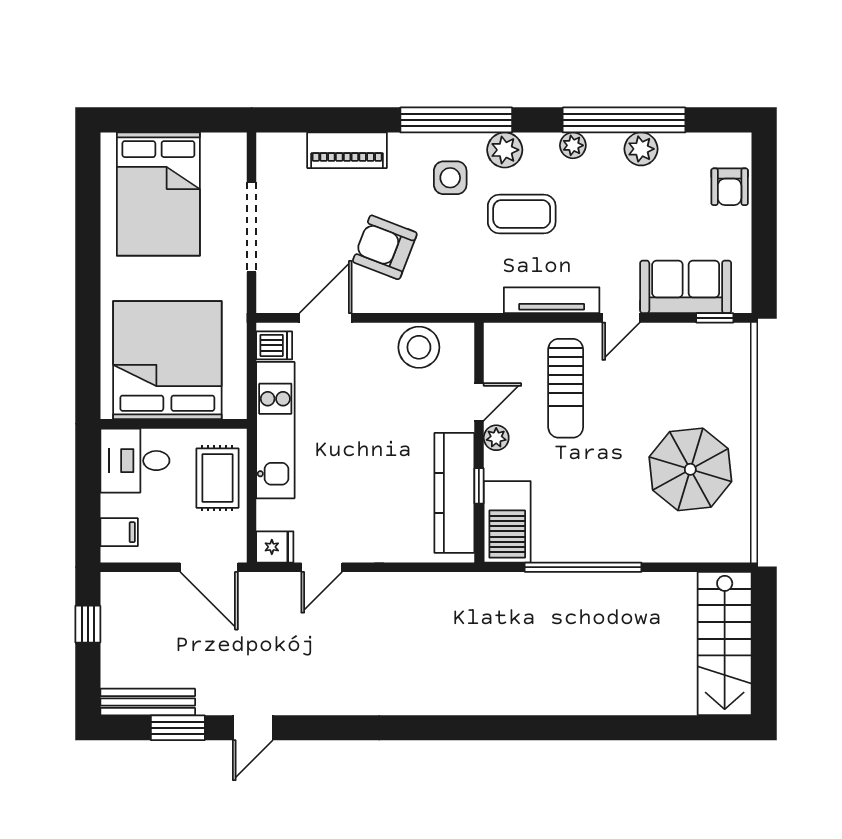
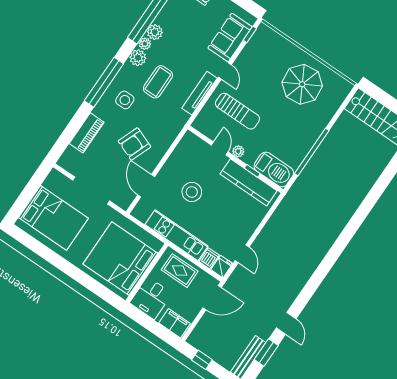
plant: (641, 149) -> (155, 32), moved
plant: (505, 150) -> (138, 58), moved
dishwasher: (274, 345) -> (209, 258), moved
stool: (419, 347) -> (192, 192), moved
filing cabinet: (119, 532) -> (174, 323), width x2.00

